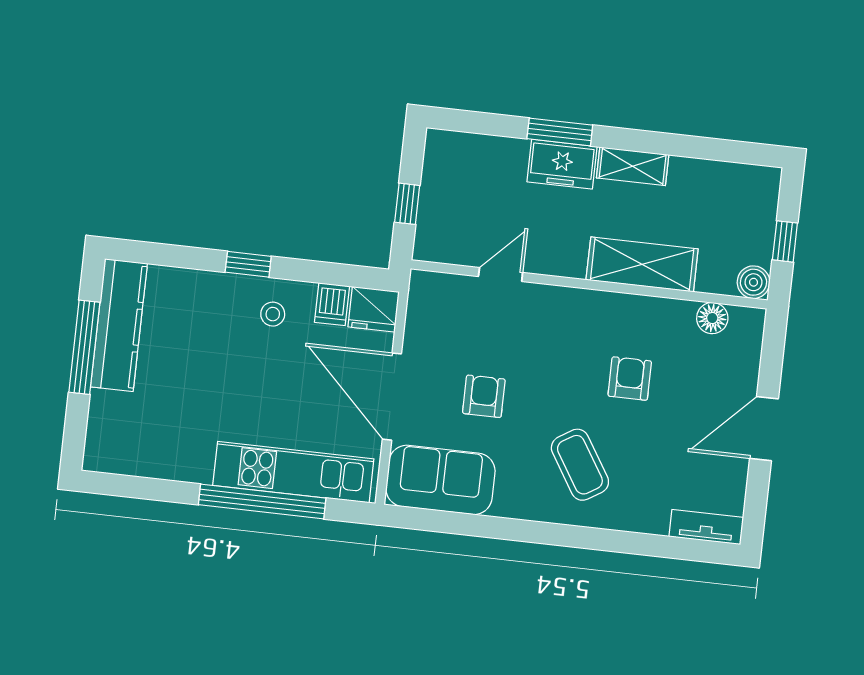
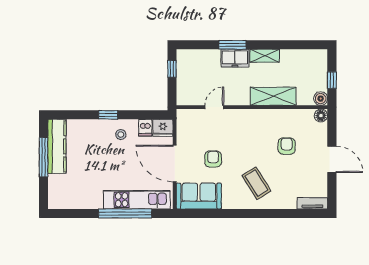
window: (407, 204) -> (172, 69), moved
floor lamp: (712, 318) -> (321, 116), moved
armchair: (630, 379) -> (287, 146), moved
door: (764, 429) -> (332, 159), swing flipped

